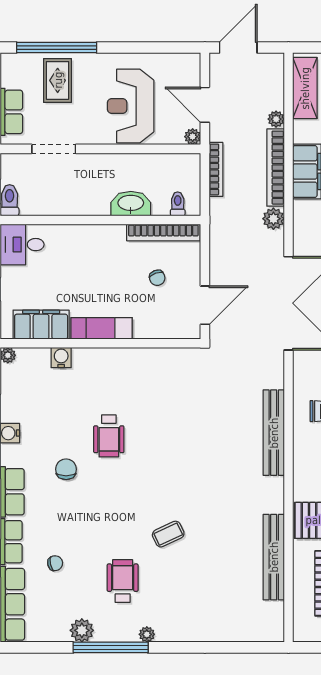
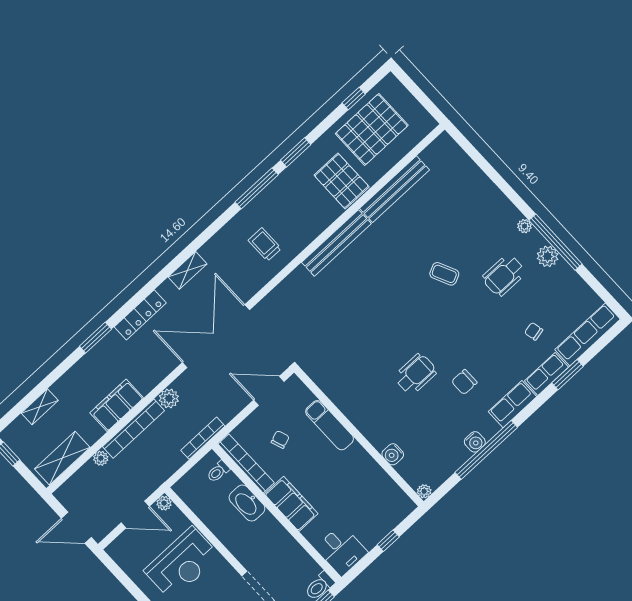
door: (205, 105) -> (135, 515), hinge flipped
bookcase: (216, 169) -> (203, 438), moved
filing cabinet: (41, 325) -> (291, 504), moved, turned 180
exam couch: (101, 328) -> (330, 425), moved
bench: (274, 433) -> (336, 243), moved
plant: (82, 630) -> (548, 256), moved

